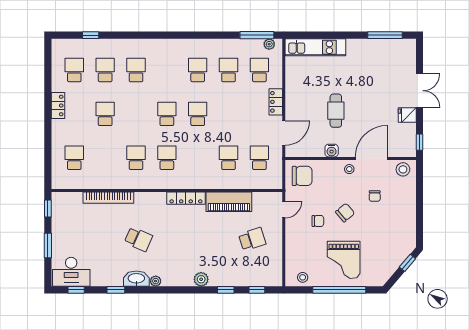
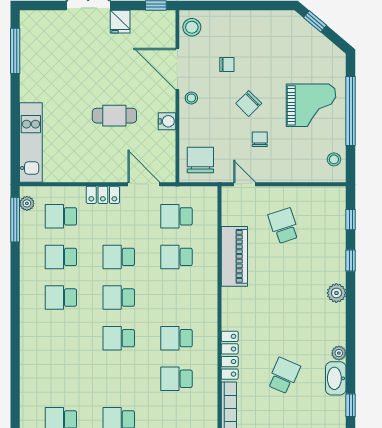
school desk: (136, 70) -> (119, 257), moved
locker: (186, 198) -> (230, 355), moved
chair: (345, 213) -> (249, 103), turned -95

